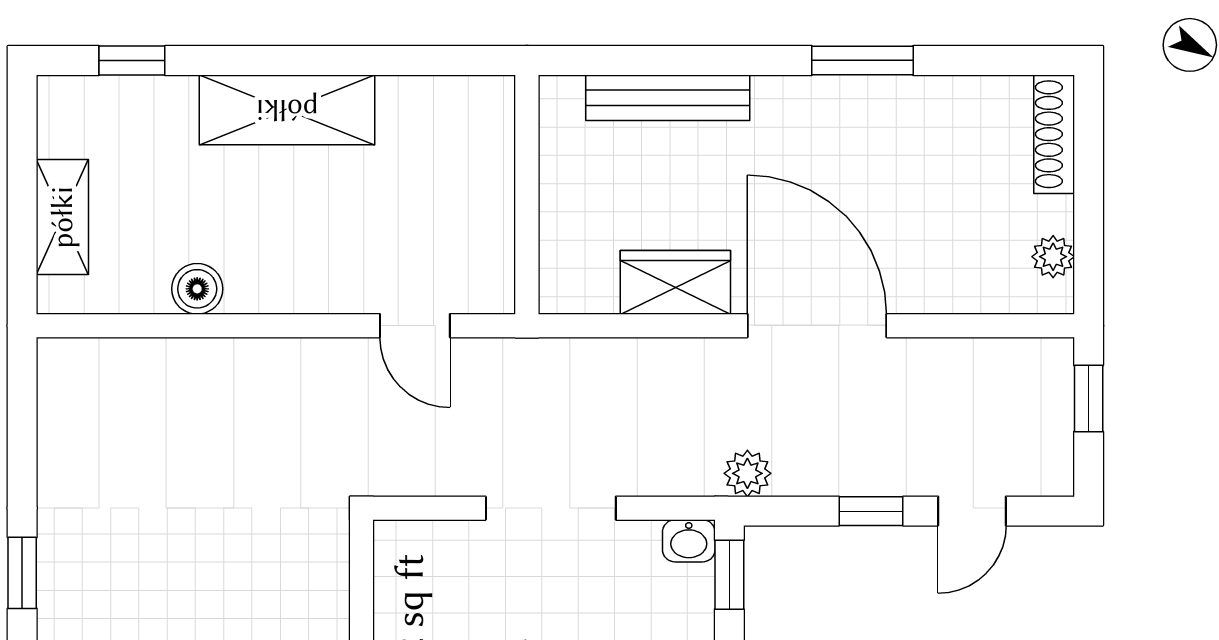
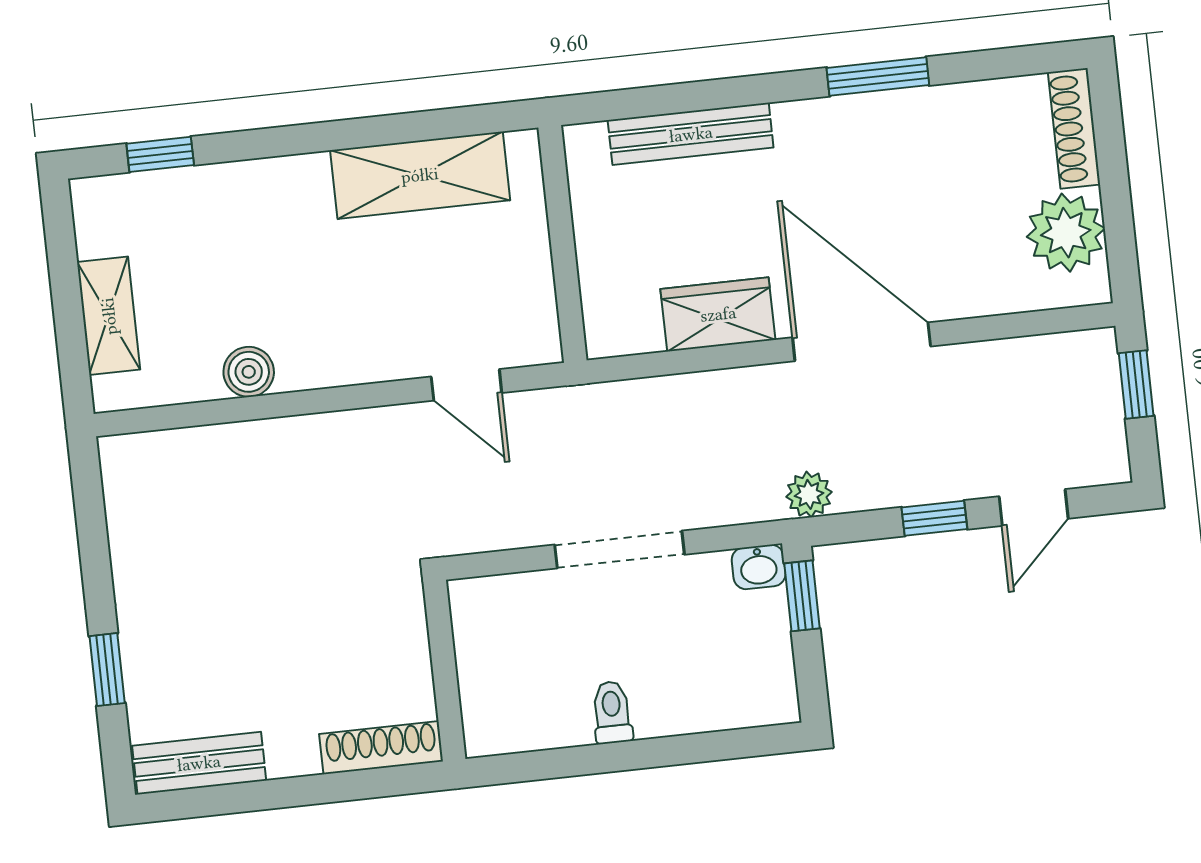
shelving: (287, 110) -> (420, 175), moved
plant: (1053, 257) -> (1066, 233), width x1.88, depth x1.88

